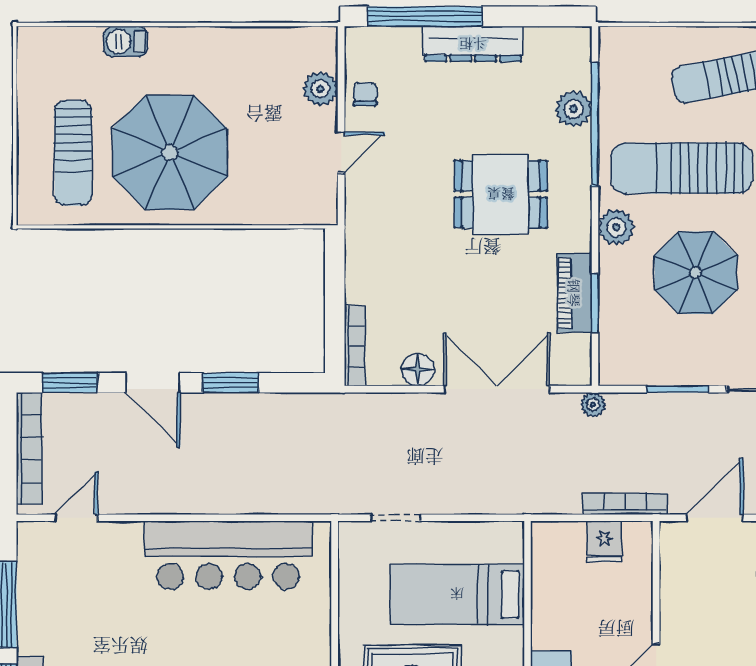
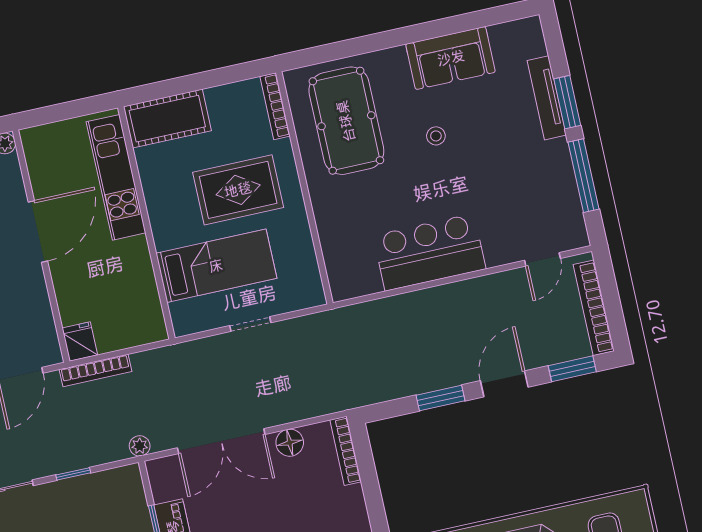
door: (153, 383) -> (504, 384), hinge flipped
window: (677, 389) -> (73, 474), width x0.67
doorway: (396, 518) -> (250, 324), moved
fridge: (604, 542) -> (80, 341), moved
bar counter: (228, 555) -> (429, 252), width x0.73

